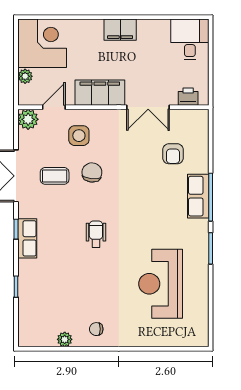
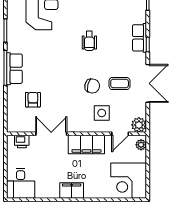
plant: (25, 76) -> (141, 145), moved
chair: (92, 173) -> (92, 86), turned -83

